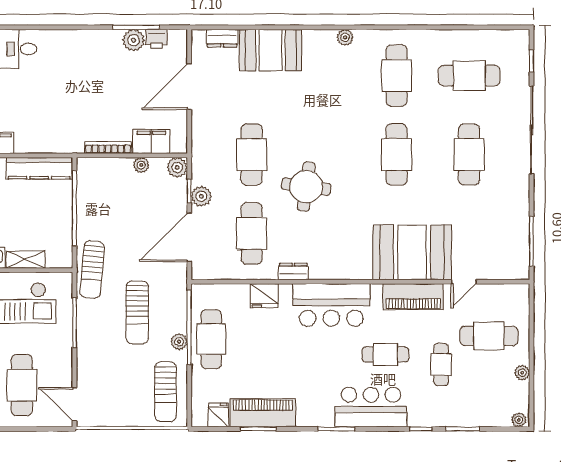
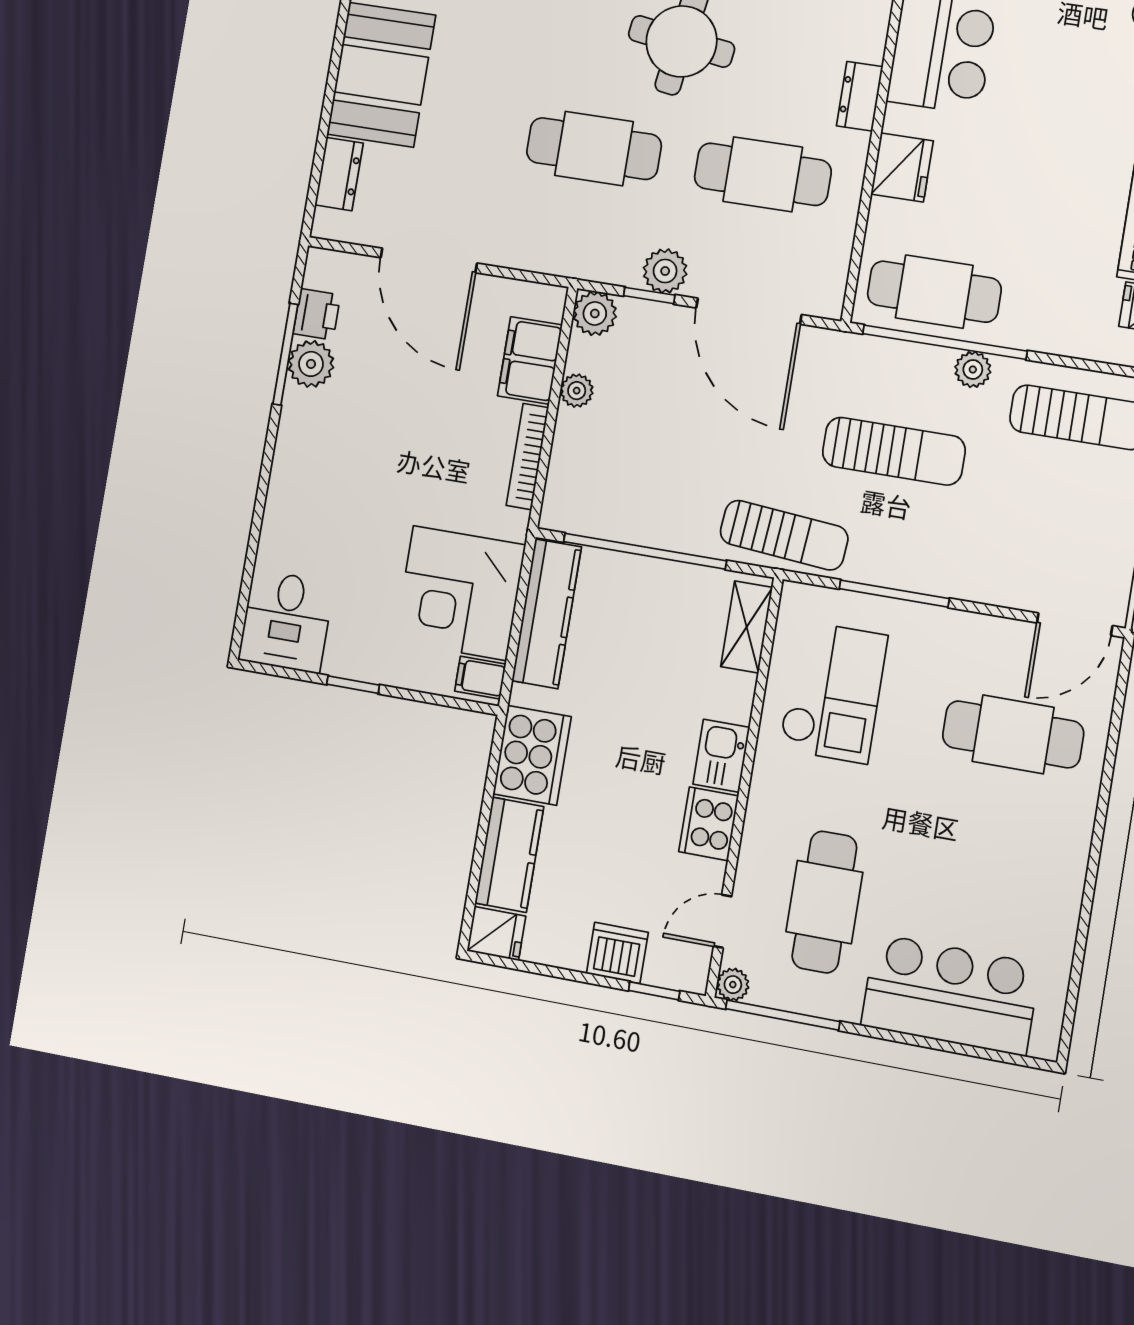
corner desk: (42, 127) -> (460, 593), added
shelving: (26, 260) -> (747, 627), moved
cafe table: (211, 339) -> (934, 292), moved

